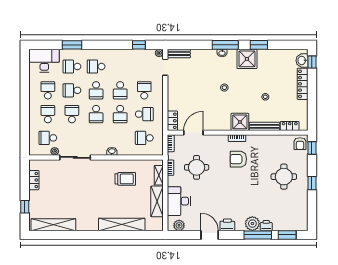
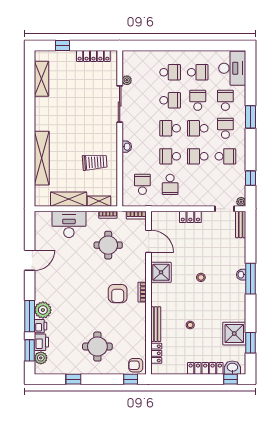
window: (72, 45) -> (251, 117), moved
window: (259, 45) -> (251, 343), moved
shower: (247, 59) -> (234, 334), moved
school desk: (144, 90) -> (225, 156), moved
locker: (172, 121) -> (190, 217), moved
shower: (240, 122) -> (161, 272), moved
school desk: (48, 138) -> (142, 72), removed
armchair: (238, 159) -> (118, 294), turned 180
trolley: (125, 179) -> (95, 162), turned -94
locker: (34, 180) -> (93, 56), width x1.53
window: (312, 183) -> (73, 379), moved
shelving: (53, 225) -> (42, 79), width x0.68
plant: (179, 225) -> (41, 358), moved
printer: (227, 225) -> (41, 342), moved

